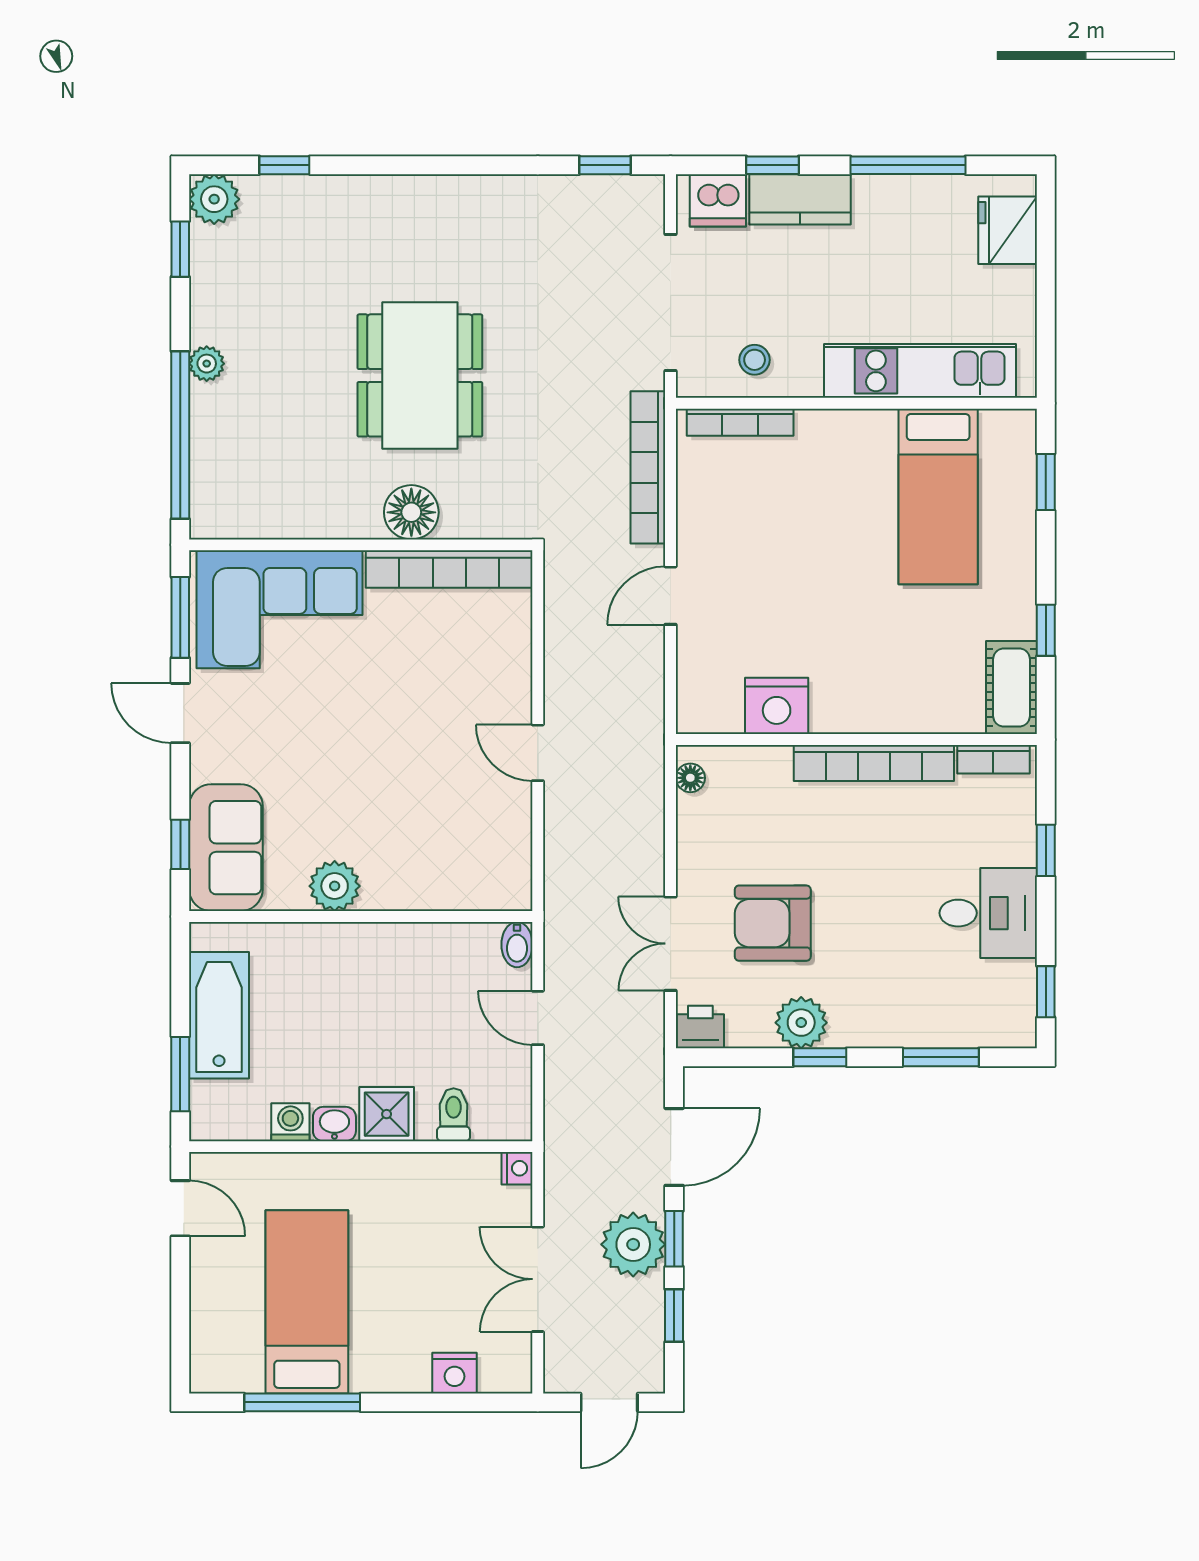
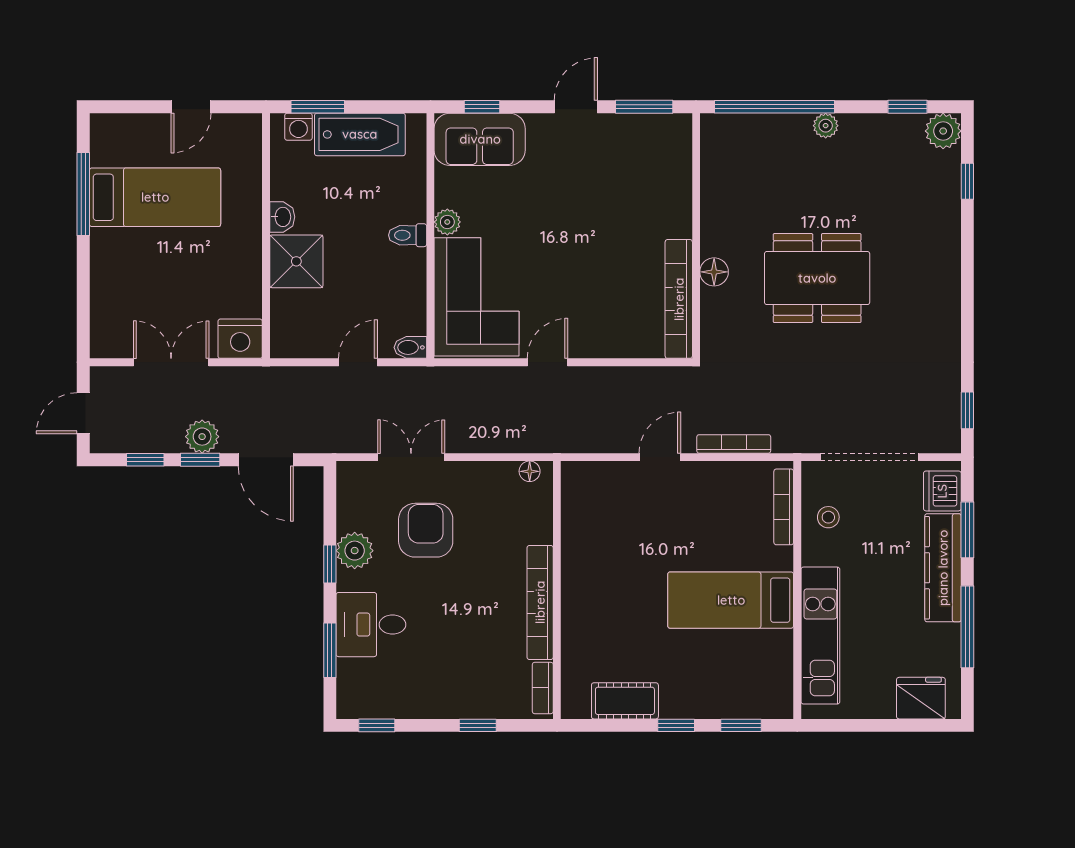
window: (772, 165) -> (967, 530), width x1.50
kitchen counter: (800, 199) -> (943, 568), width x1.50
bookcase: (648, 467) -> (734, 444), width x0.68, depth x0.76
bed: (938, 496) -> (731, 600), moved
floor lamp: (411, 512) -> (714, 272), width x0.73, depth x0.73
door: (671, 596) -> (660, 457), hinge flipped
corner sofa: (279, 609) -> (476, 297), moved, turned 180
window: (1046, 630) -> (676, 725), moved
cot: (1012, 688) -> (625, 701), moved
nightstand: (777, 706) -> (581, 533), removed
plant: (335, 886) -> (447, 222), width x0.73, depth x0.73
desk: (988, 913) -> (371, 625), moved, turned 90
printer: (700, 1027) -> (351, 479), removed
shower: (387, 1114) -> (296, 261), width x1.36, depth x1.36
toilet: (454, 1115) -> (408, 235), moved, turned 180
washing machine: (290, 1122) -> (298, 127), moved, turned 90
nightstand: (517, 1168) -> (240, 339), width x1.89, depth x1.79
door: (180, 1208) -> (191, 107), moved
plant: (633, 1244) -> (202, 437), width x0.73, depth x0.73
nightstand: (455, 1373) -> (104, 303), removed
door: (609, 1402) -> (83, 413), hinge flipped

